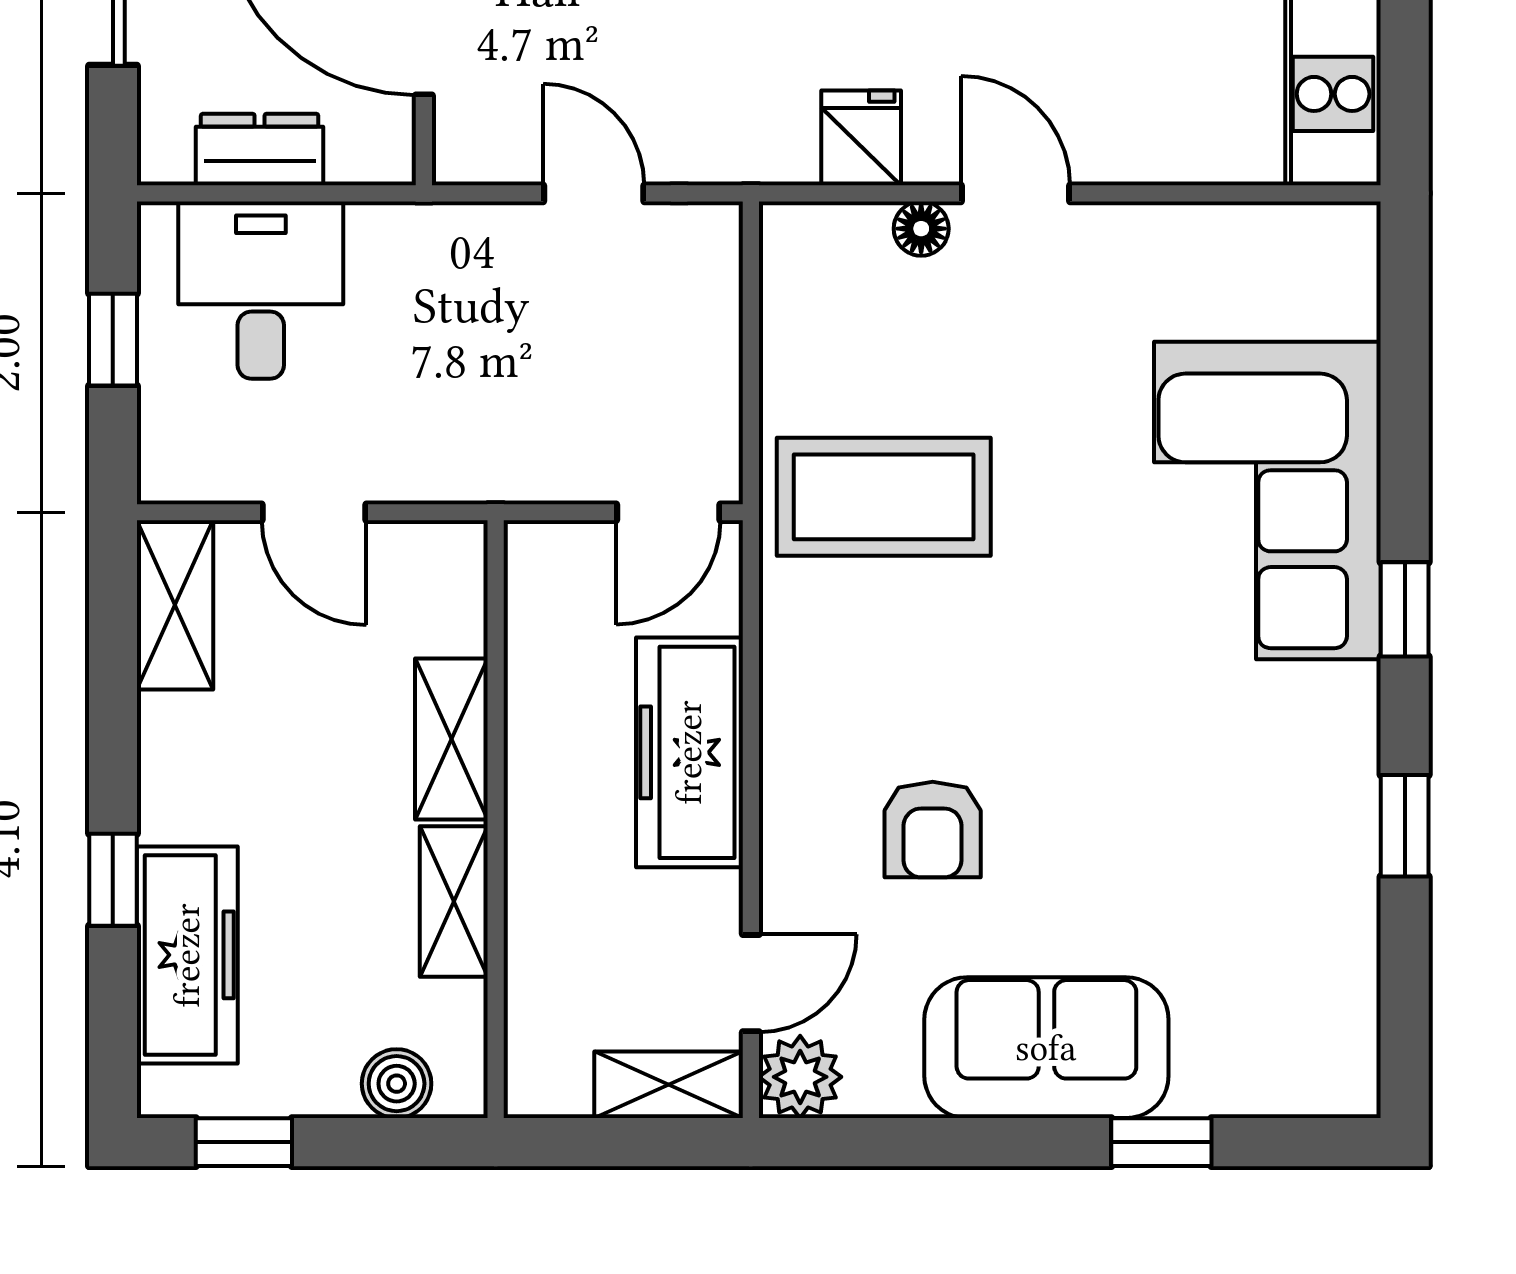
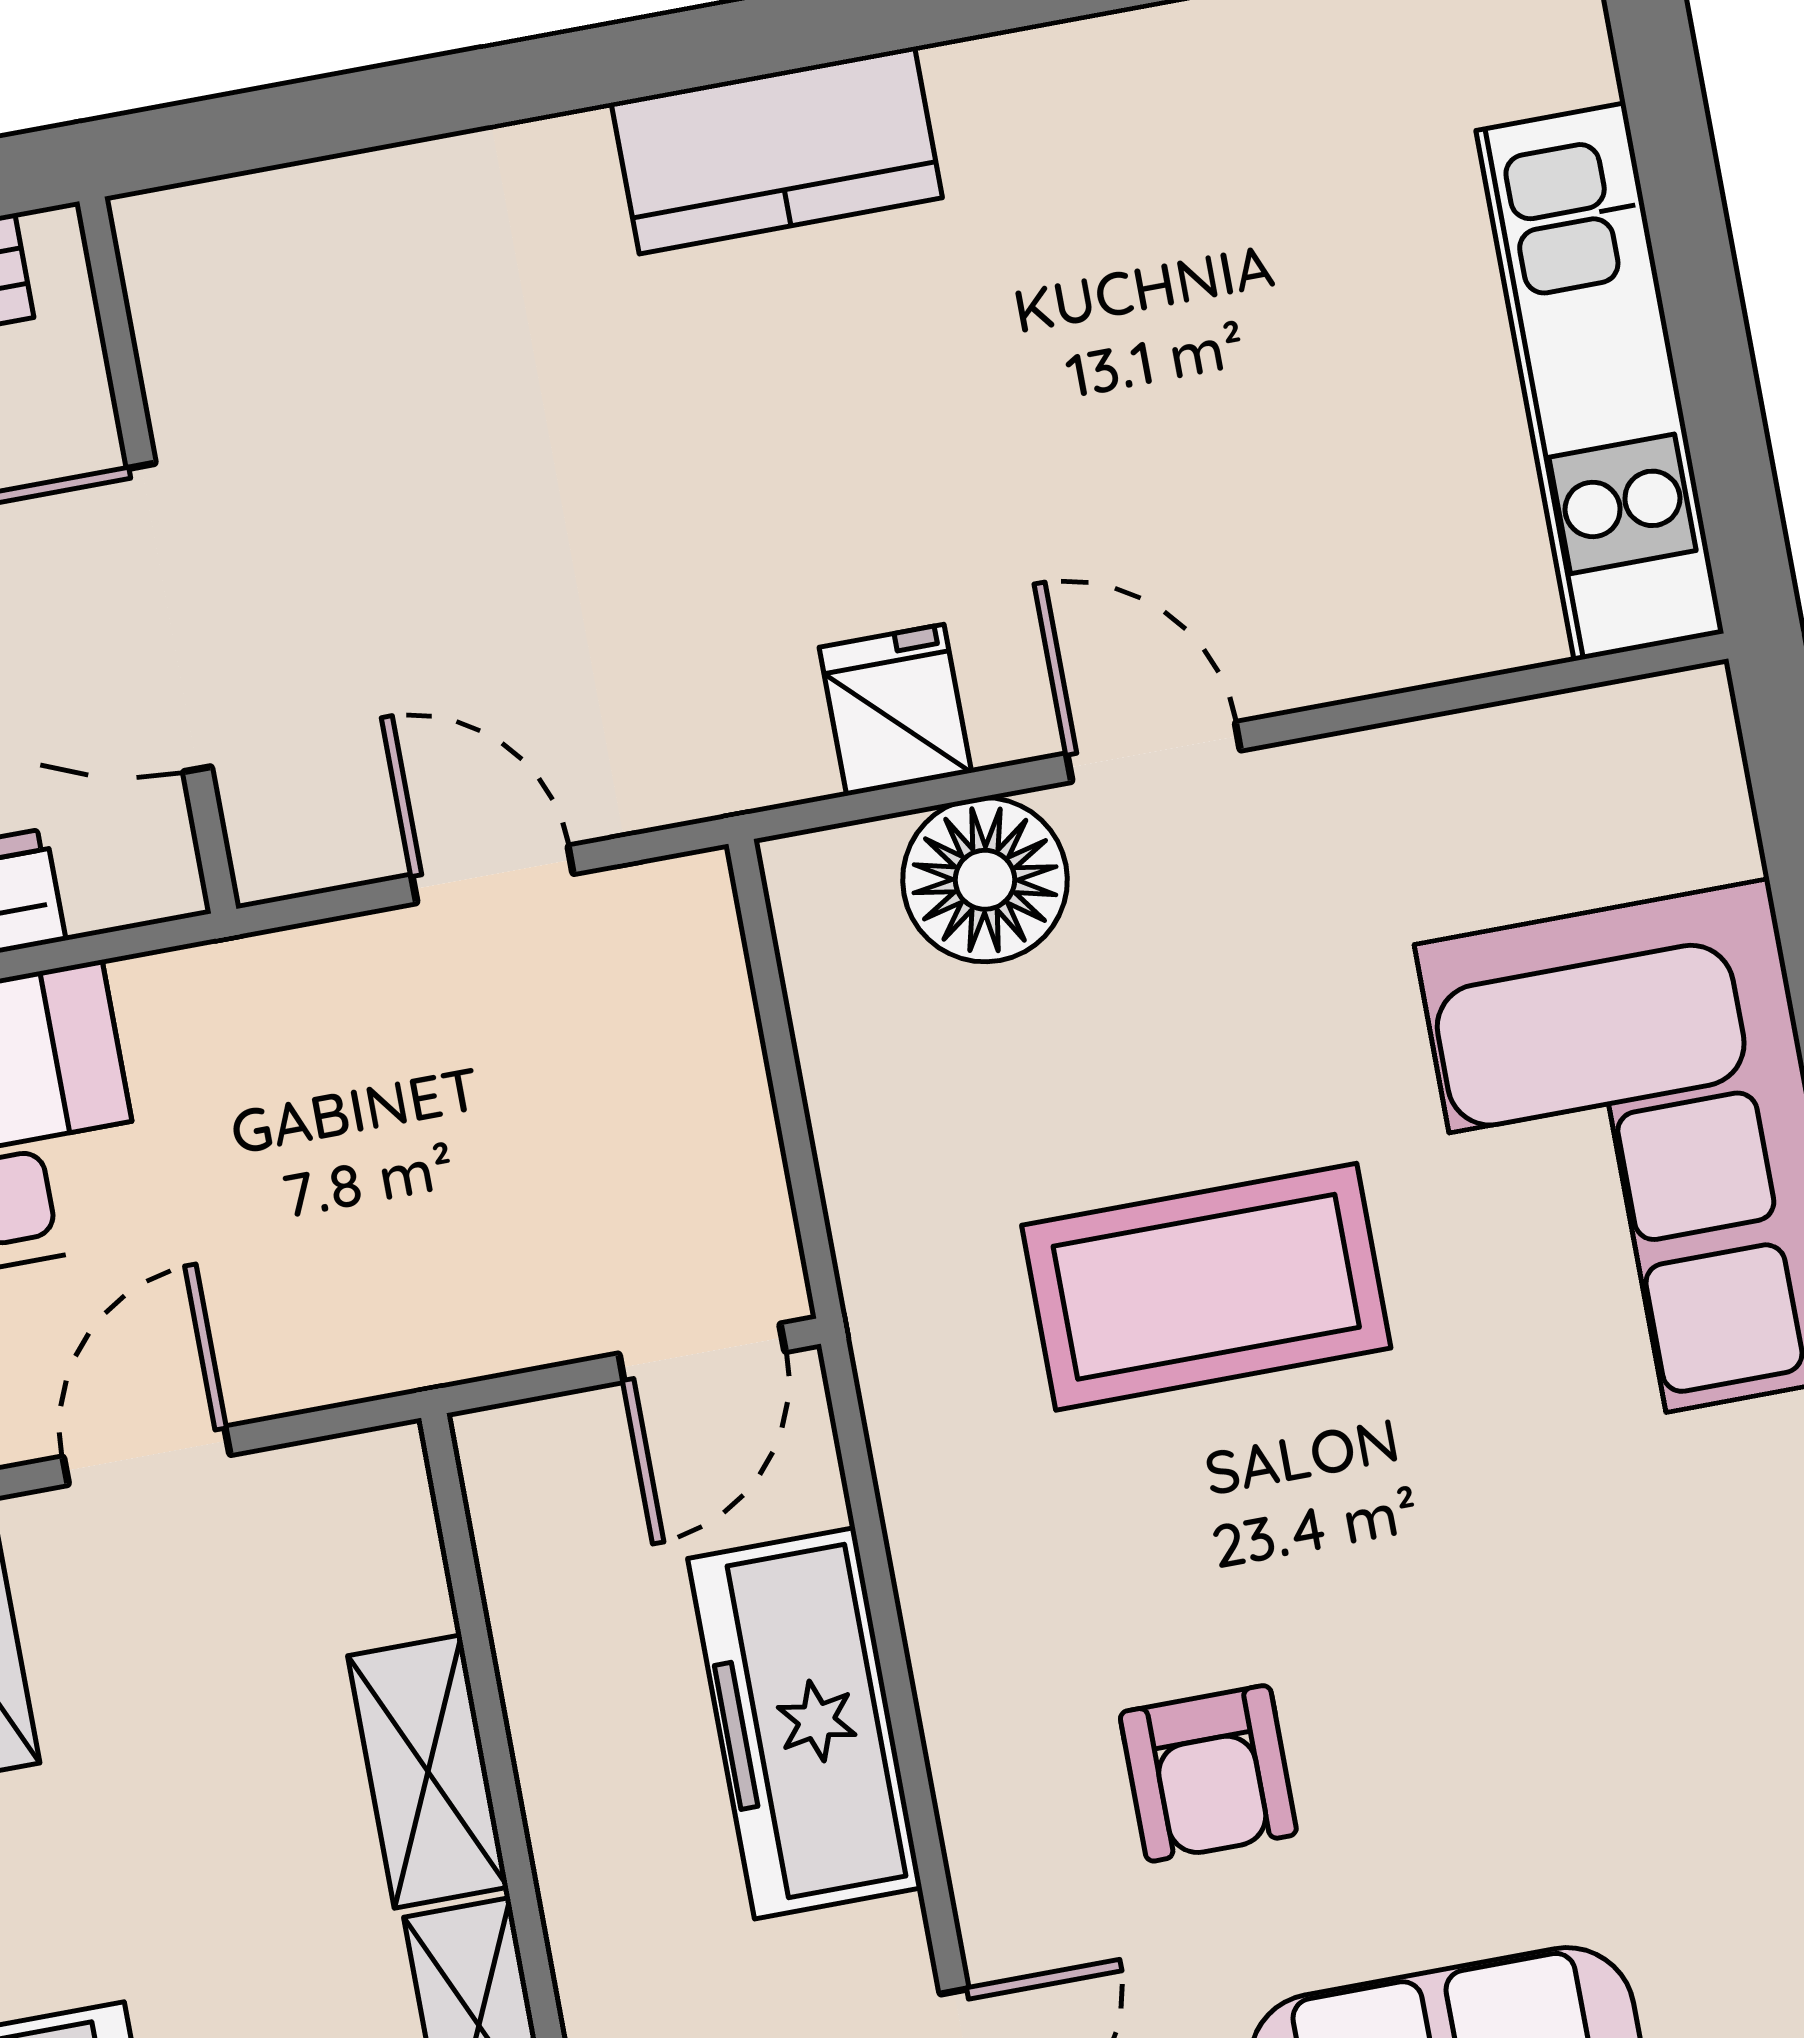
floor lamp: (921, 229) -> (985, 880), width x1.89, depth x1.89
coffee table: (884, 497) -> (1206, 1287), moved
door: (314, 512) -> (147, 1456), swing flipped

